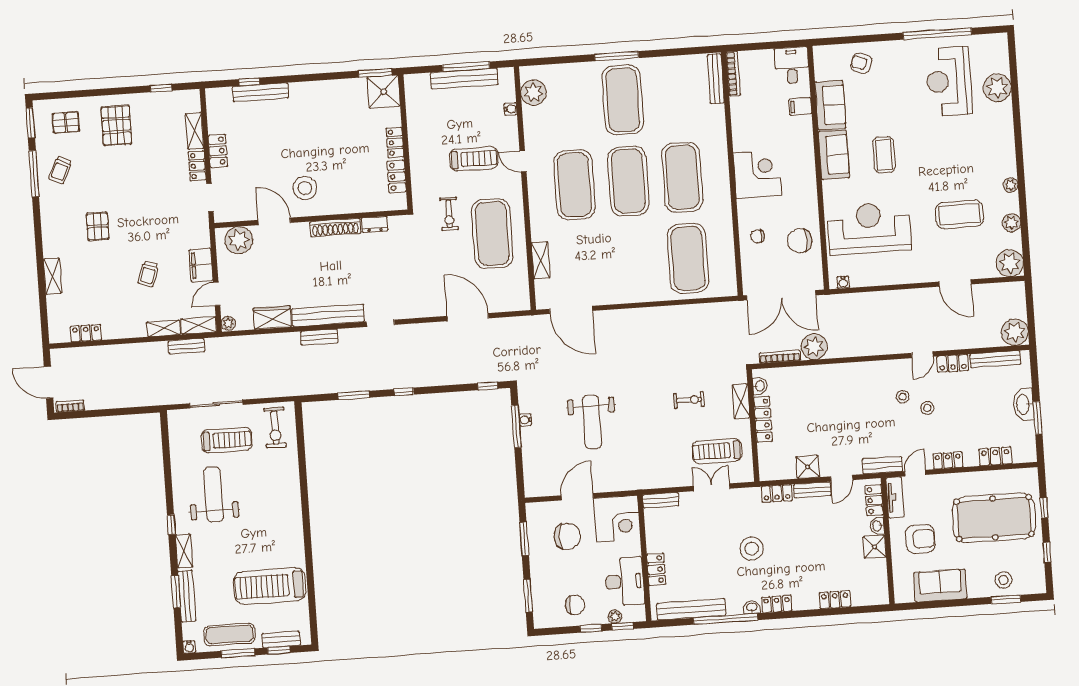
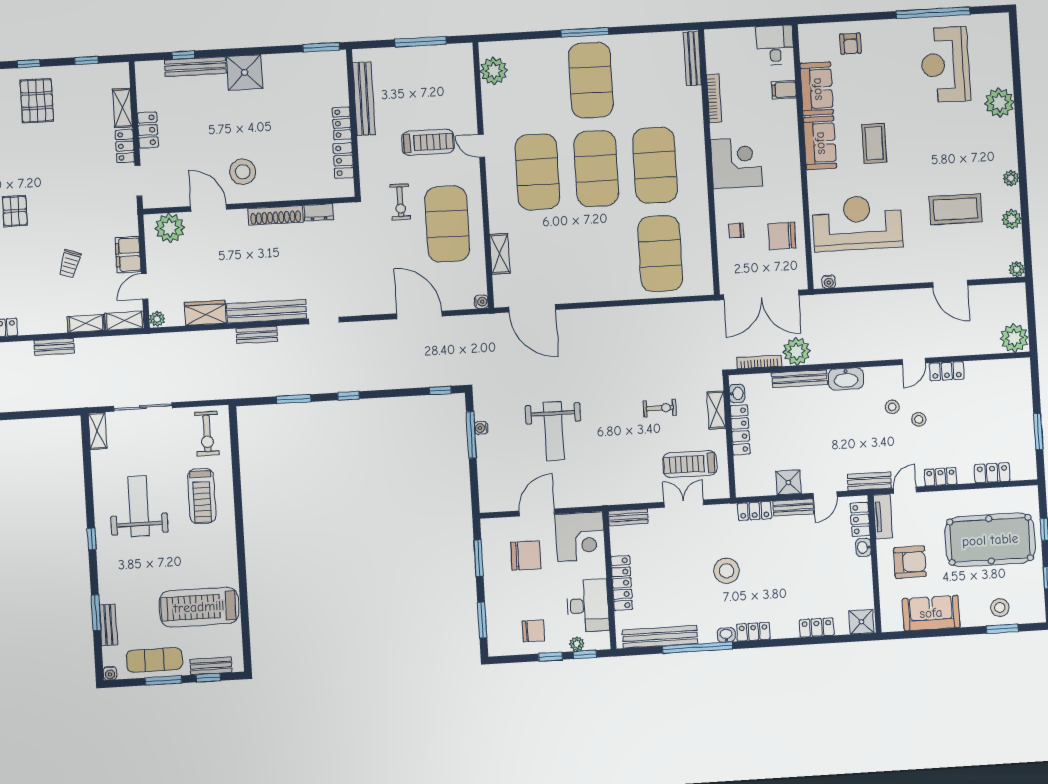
armchair: (861, 63) -> (850, 44), turned -110
bookcase: (733, 74) -> (714, 99), moved
bench: (464, 79) -> (364, 99), moved, turned 90
plant: (997, 88) -> (999, 103), moved
window: (108, 92) -> (29, 64), added
shower: (384, 92) -> (245, 72), moved
water cooler: (511, 109) -> (481, 302), moved
plant: (1010, 263) -> (1017, 269), width x0.53, depth x0.53
bench: (187, 346) -> (54, 347), moved
bench: (995, 359) -> (800, 379), moved
washbasin: (1023, 404) -> (846, 379), moved, turned -90
treadmill: (227, 440) -> (202, 496), moved, turned 90
shower: (875, 547) -> (861, 622), moved
shelving: (184, 551) -> (97, 431), moved
locker: (656, 569) -> (622, 583), width x1.53
bench: (187, 596) -> (108, 625), width x0.73

